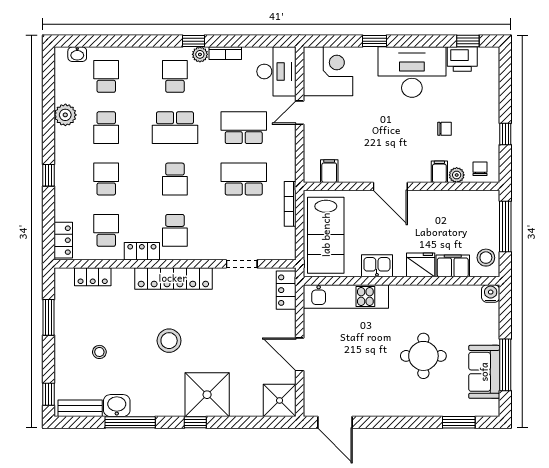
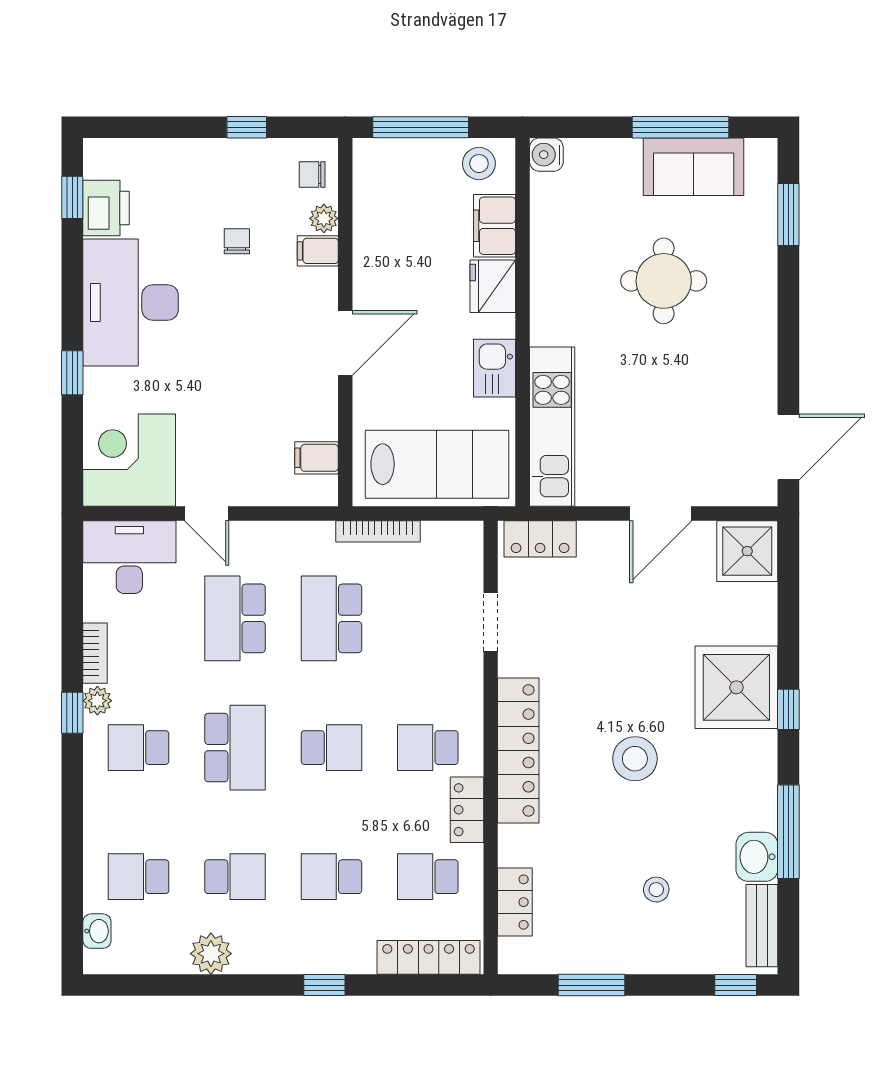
school desk: (175, 230) -> (428, 748), turned 180
locker: (63, 240) -> (428, 957), width x1.53

